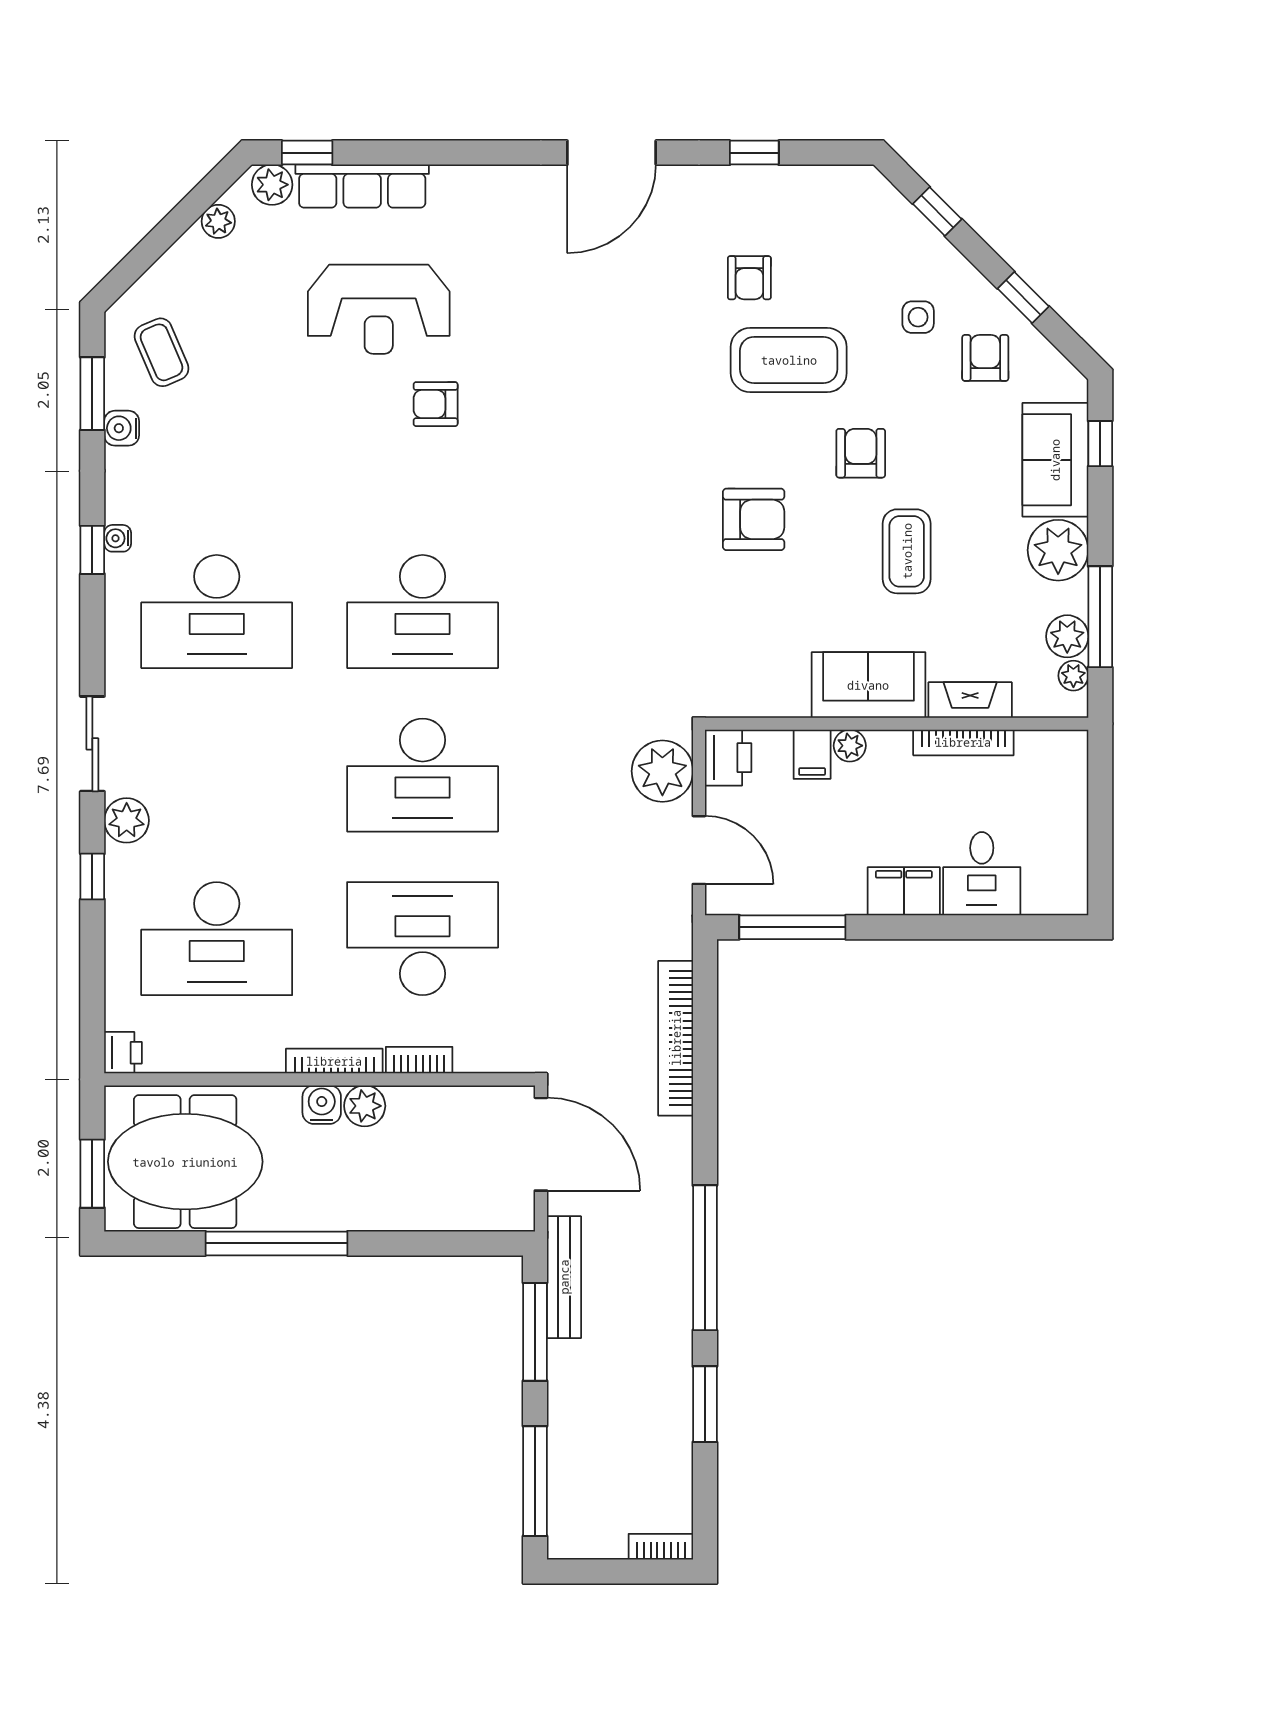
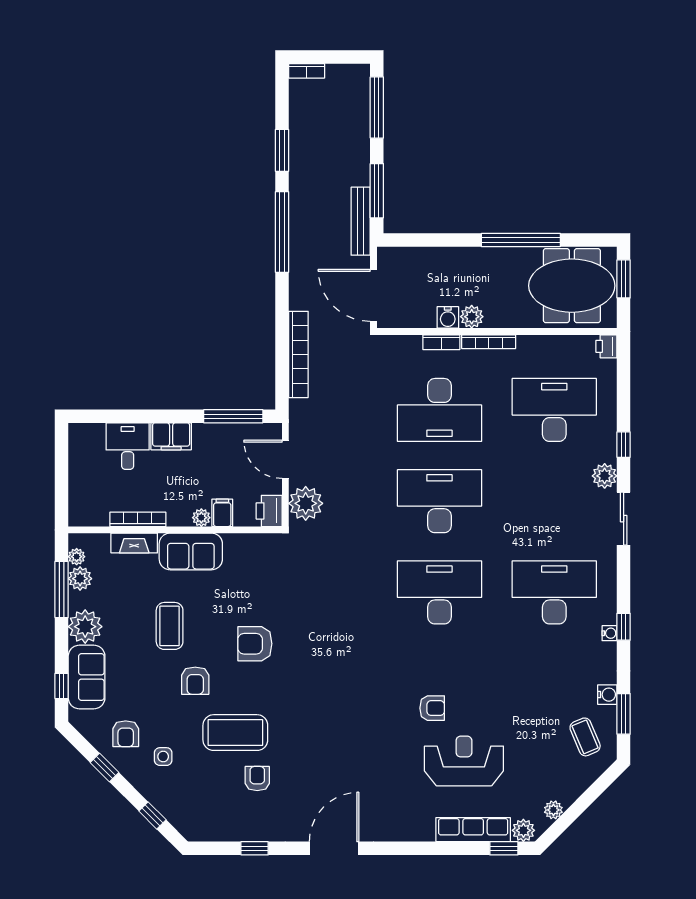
water cooler: (322, 1105) -> (448, 317), moved

